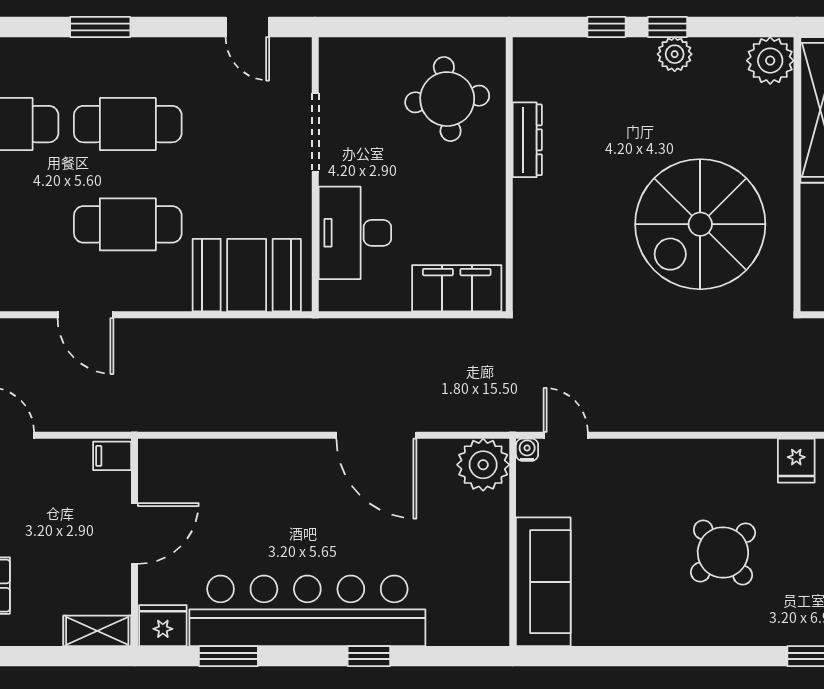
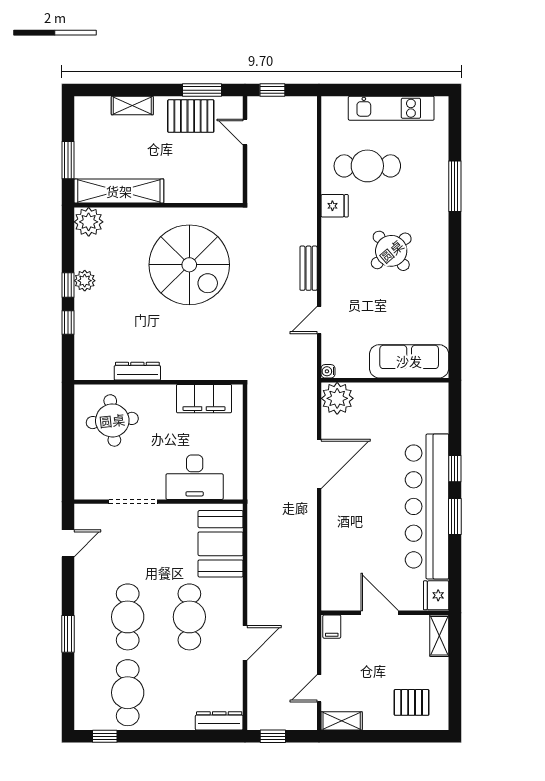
filing cabinet: (457, 288) -> (204, 399), moved, turned -90
bench: (695, 418) -> (309, 268), added
door: (566, 435) -> (319, 320), moved
window: (228, 656) -> (455, 516), moved

